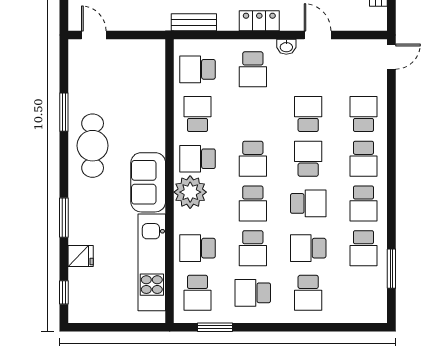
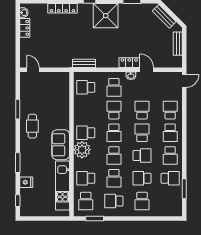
locker: (259, 21) -> (129, 63), moved
school desk: (197, 114) -> (114, 110), moved
cafe table: (93, 146) -> (32, 126), width x0.73, depth x0.74
school desk: (363, 248) -> (170, 178), turned -90

